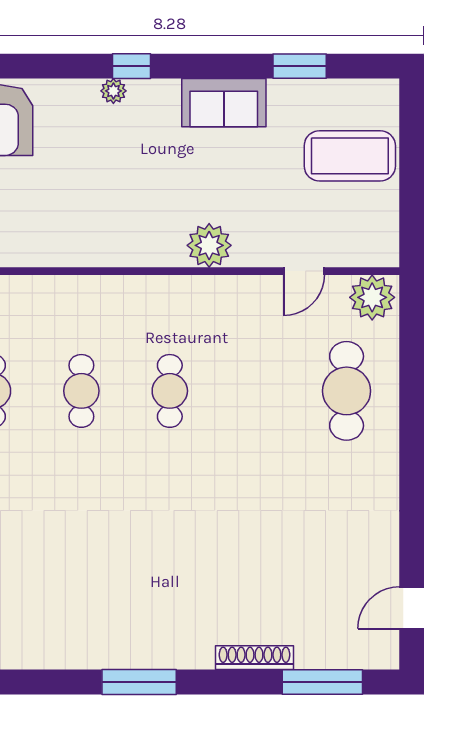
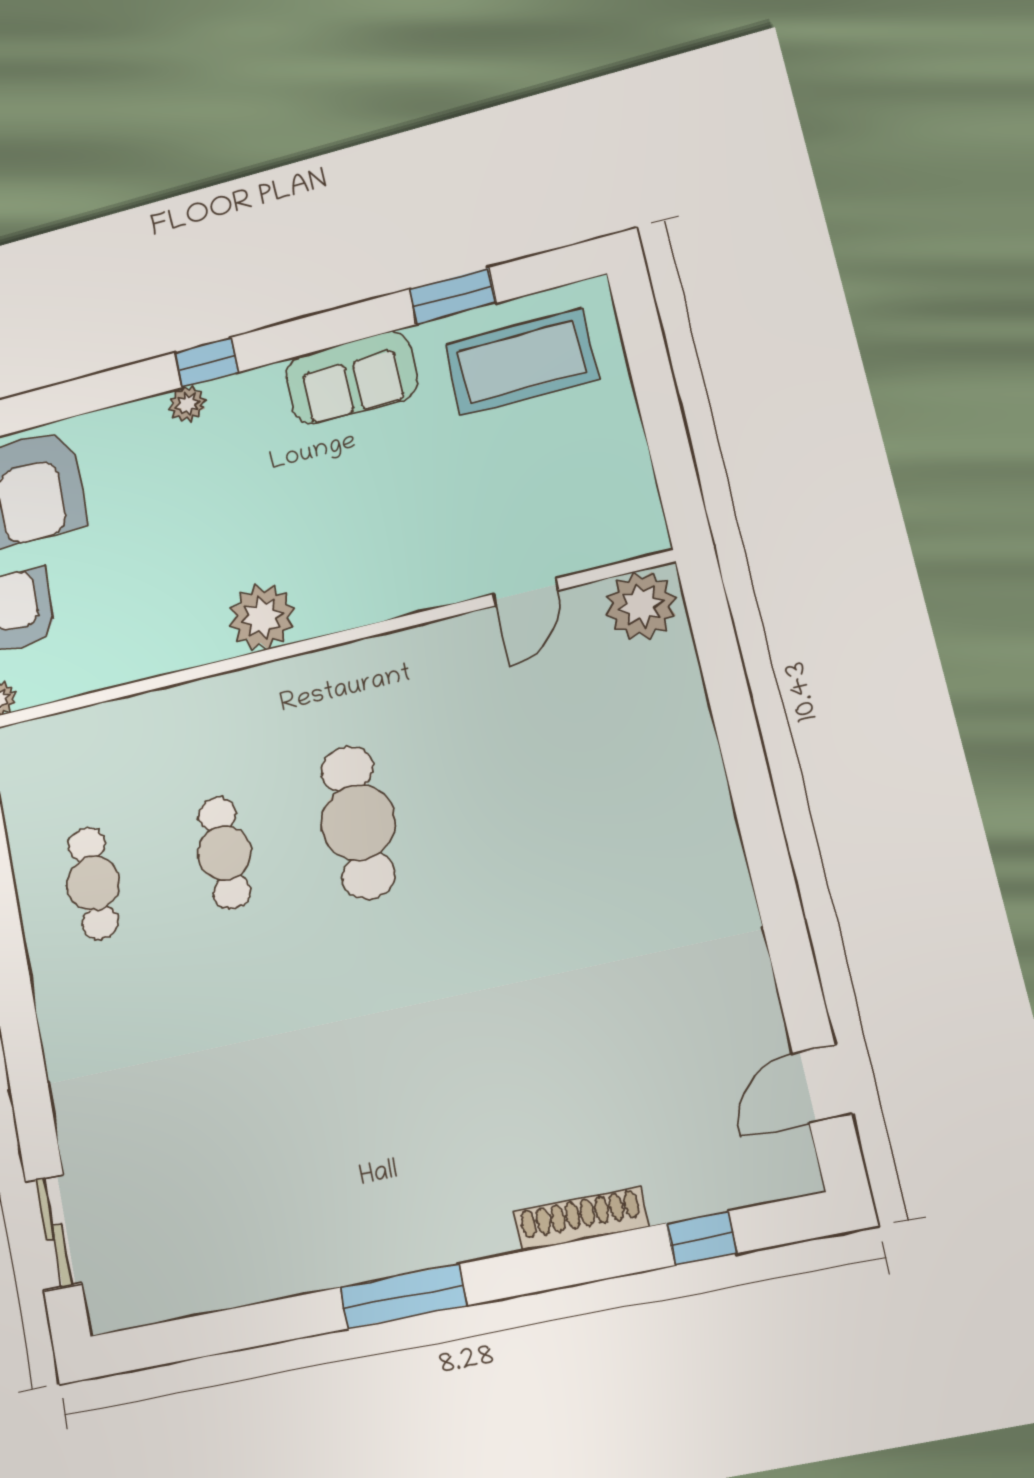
coffee table: (350, 156) -> (521, 362), moved
plant: (209, 245) -> (262, 617), moved
cafe table: (170, 391) -> (358, 822), width x1.37, depth x1.35
cafe table: (347, 391) -> (634, 759), removed
window: (322, 682) -> (702, 1238), width x0.46

